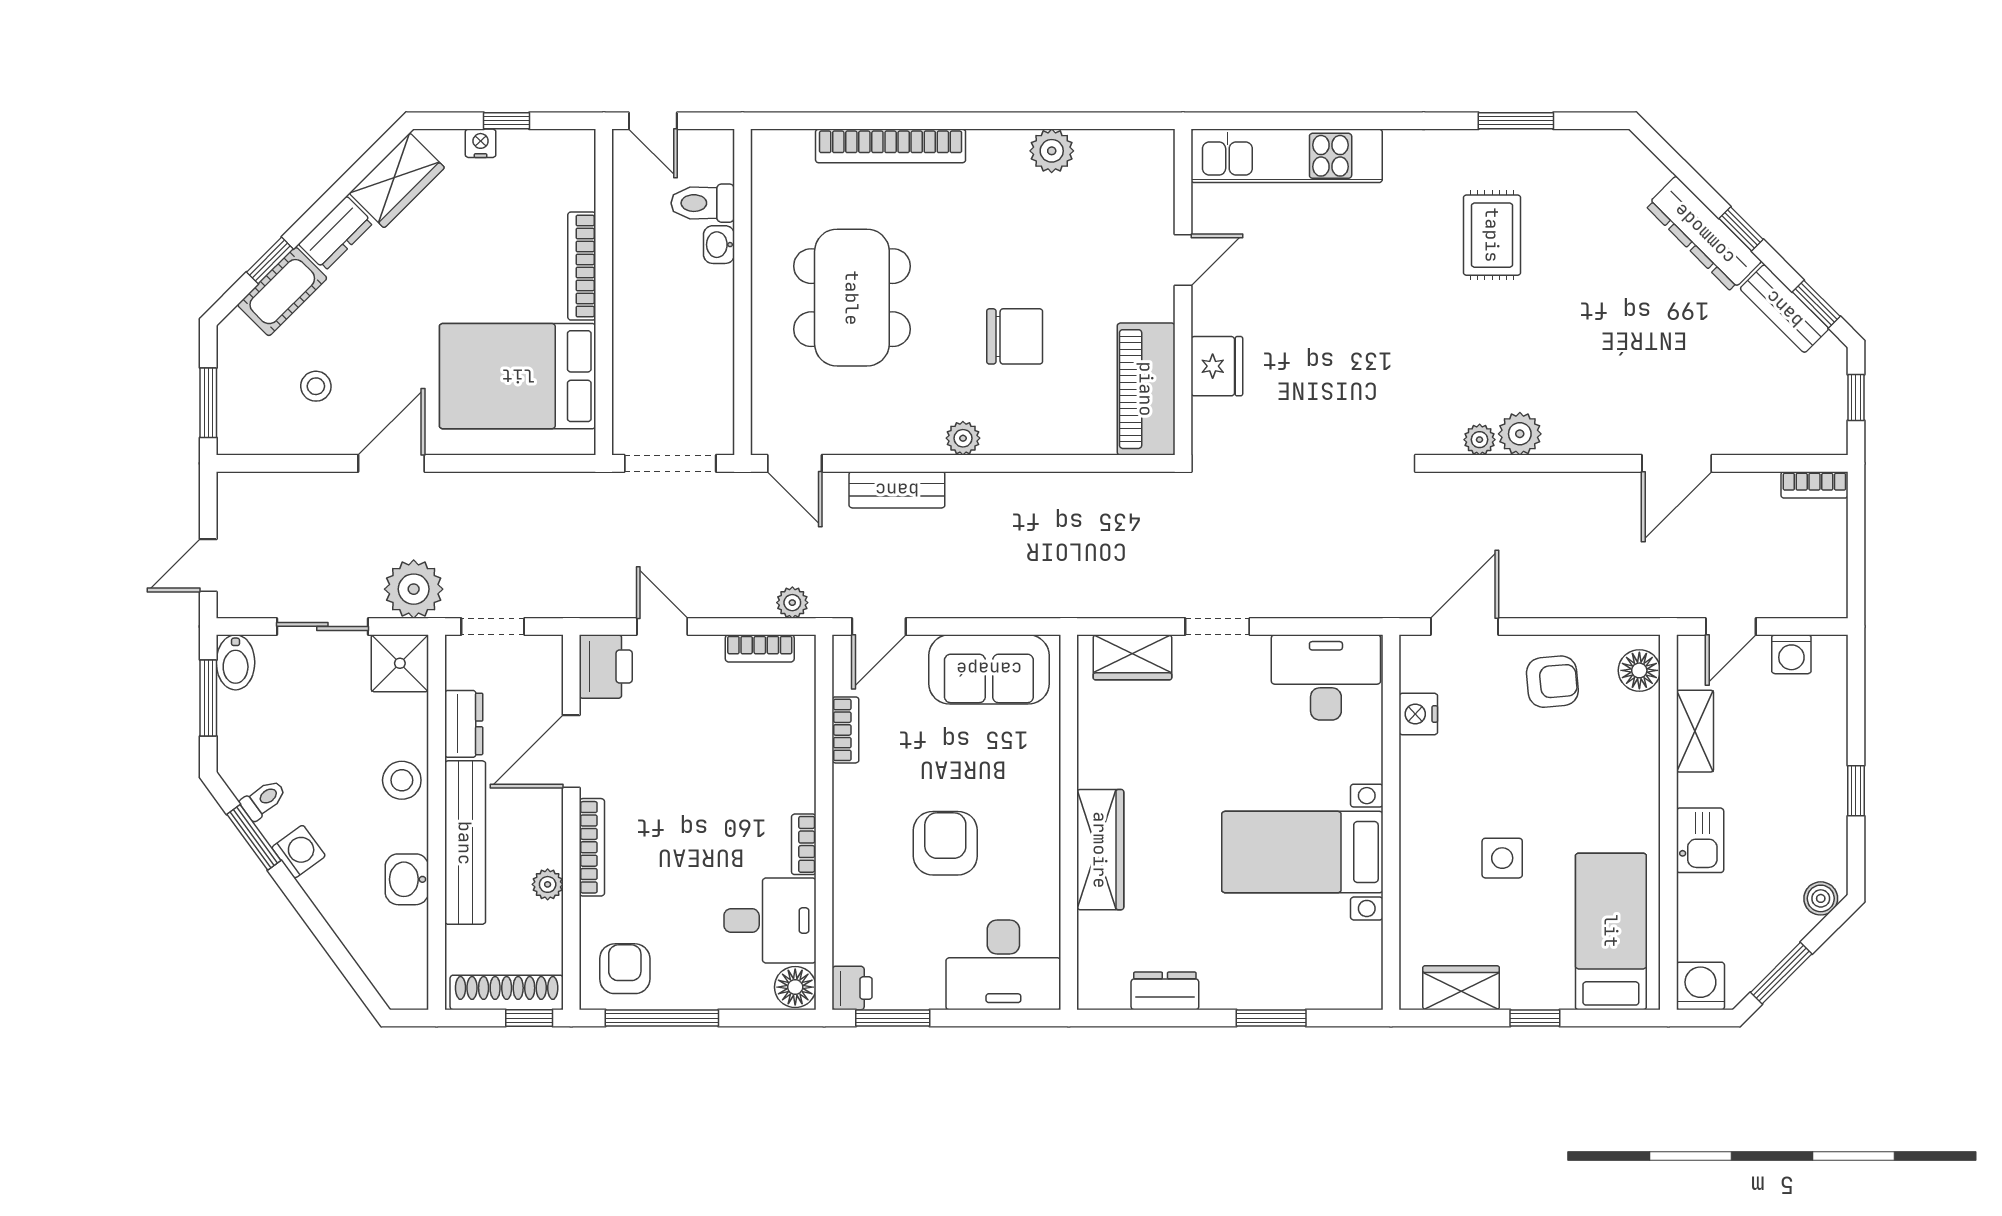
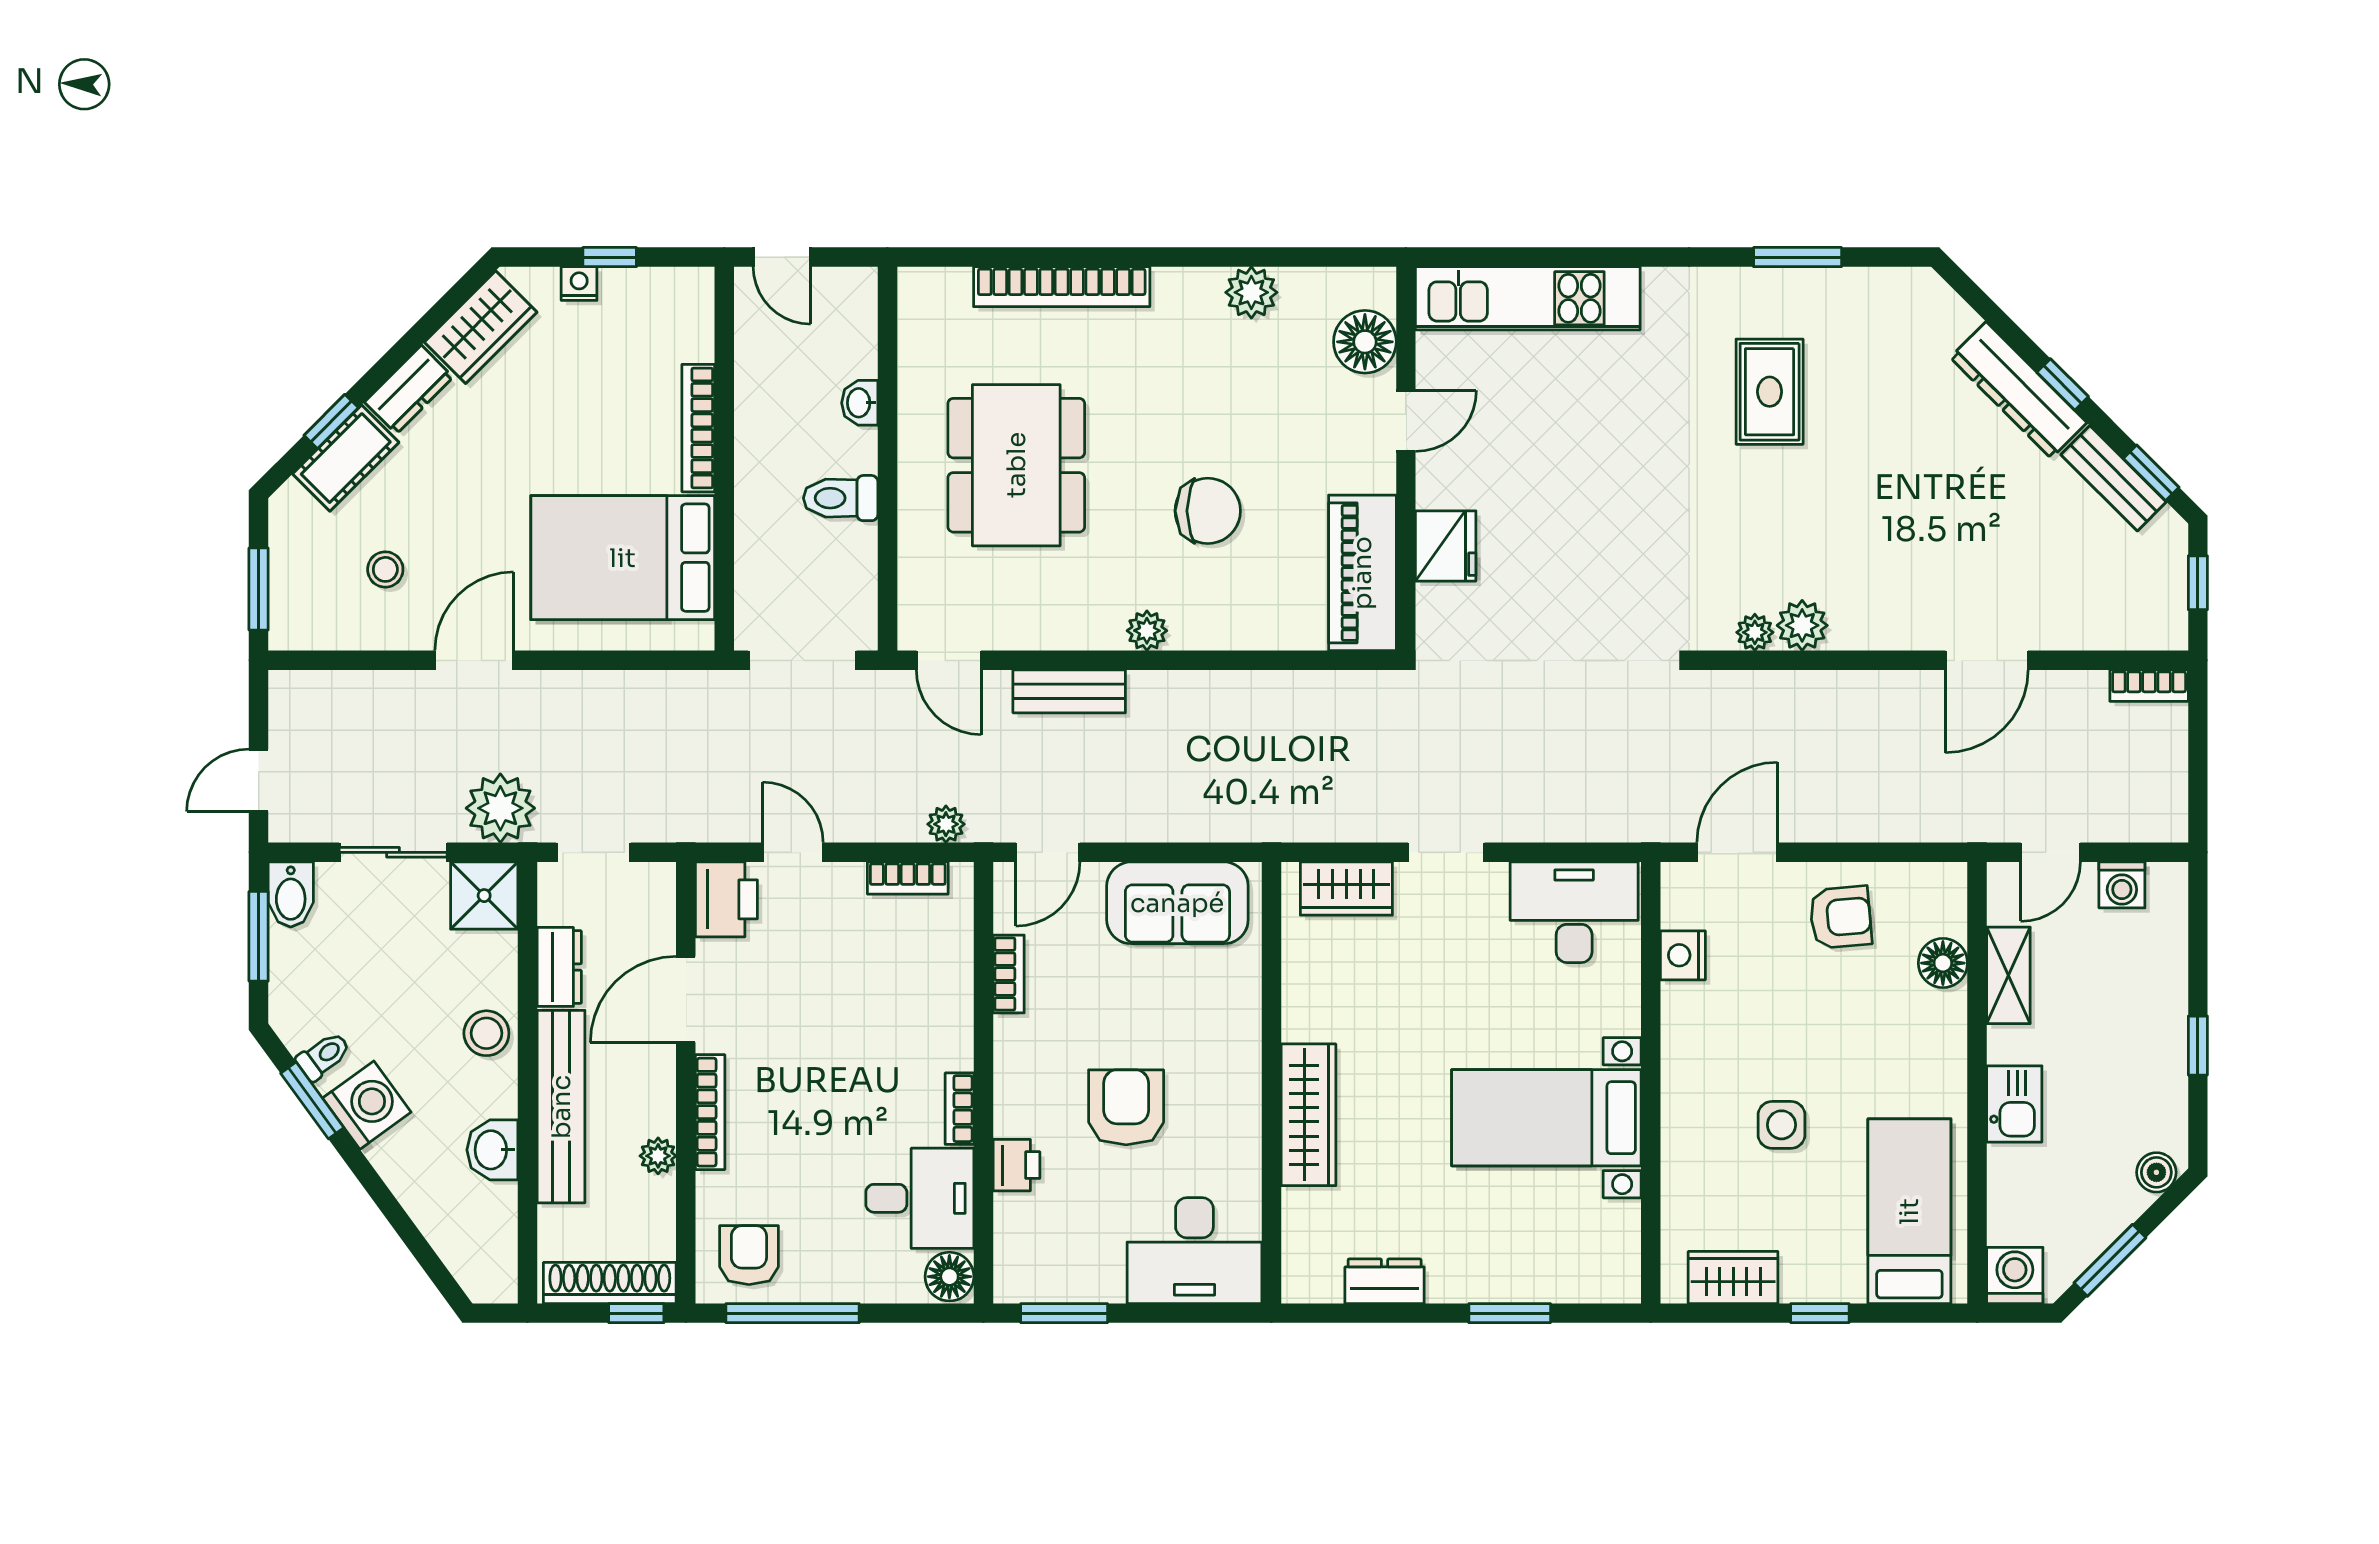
floor lamp: (1148, 193) -> (1365, 342), added
toilet: (703, 203) -> (841, 498), moved
floor lamp: (1639, 670) -> (1943, 963), moved
washing machine: (299, 852) -> (367, 1105), width x1.38, depth x1.38
printer: (852, 988) -> (1016, 1165), moved

